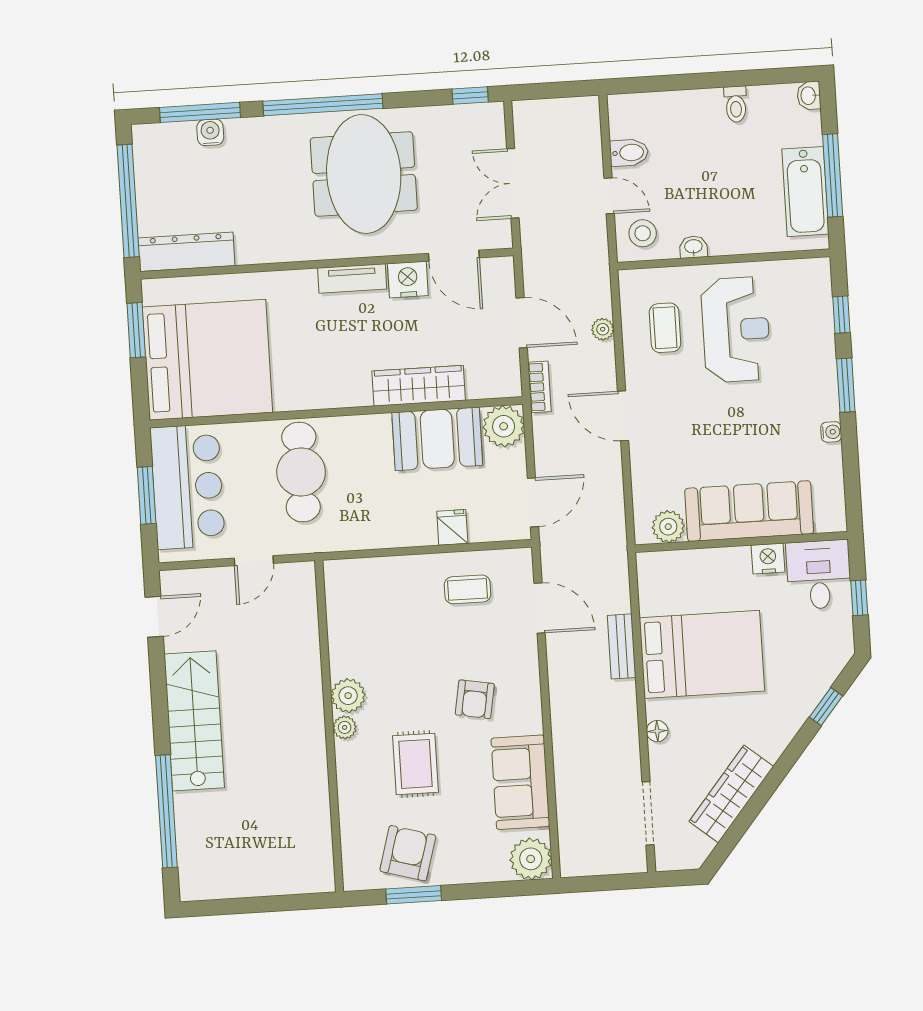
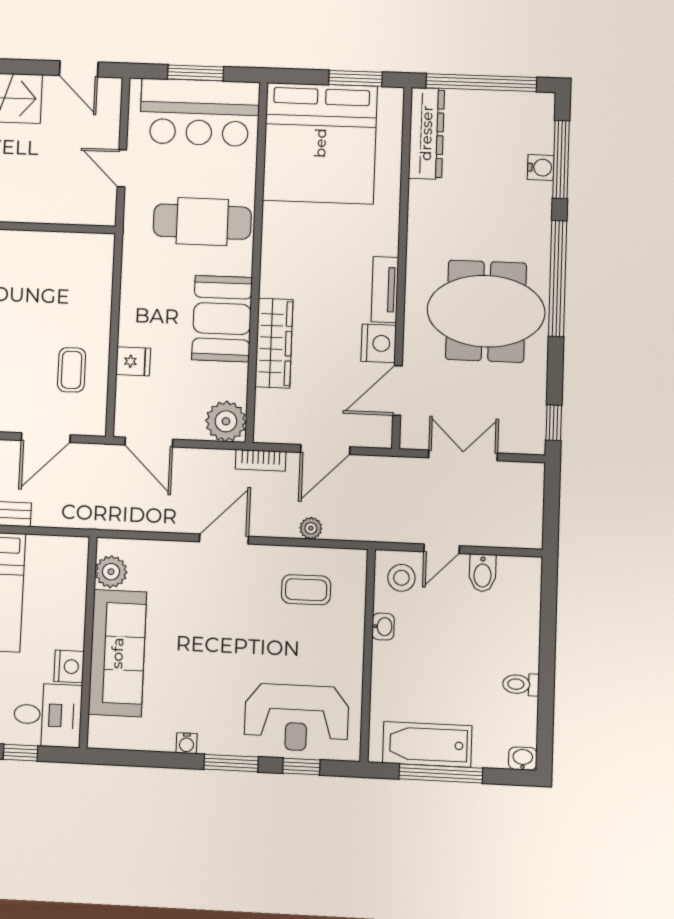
reception desk: (736, 330) -> (296, 718), moved
booth: (437, 439) -> (222, 319), moved

